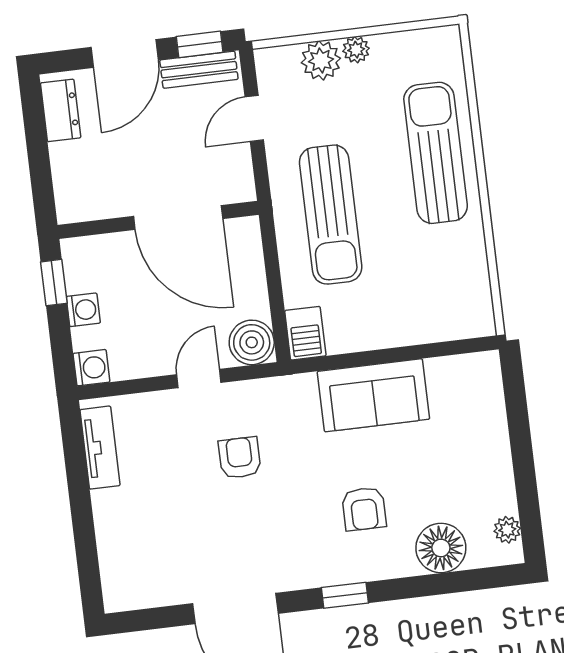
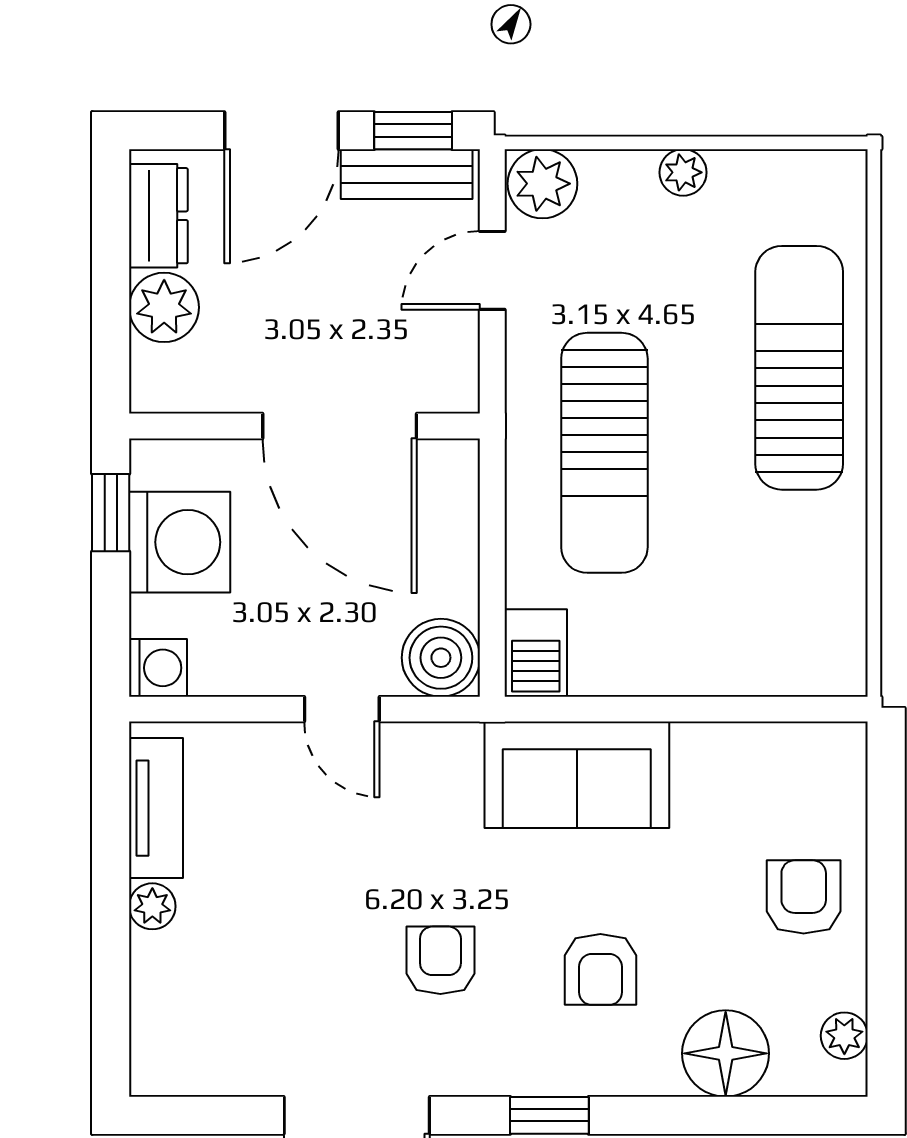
plant: (321, 60) -> (542, 184), moved
plant: (70, 162) -> (164, 307), added
washing machine: (83, 310) -> (180, 542), width x1.89, depth x1.89
door: (199, 378) -> (342, 709), swing flipped
sofa: (373, 395) -> (577, 775), moved
armchair: (475, 454) -> (804, 897), added
armchair: (240, 458) -> (440, 960), moved
plant: (105, 504) -> (152, 906), added

